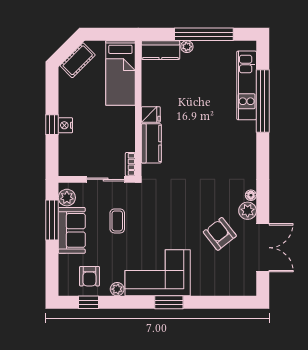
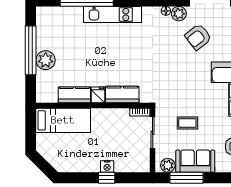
plant: (187, 47) -> (46, 60), width x1.88, depth x1.88
kitchen counter: (160, 50) -> (74, 95), moved, turned -90
cot: (78, 60) -> (53, 156), removed
kitchen unit: (247, 85) -> (113, 14), moved

